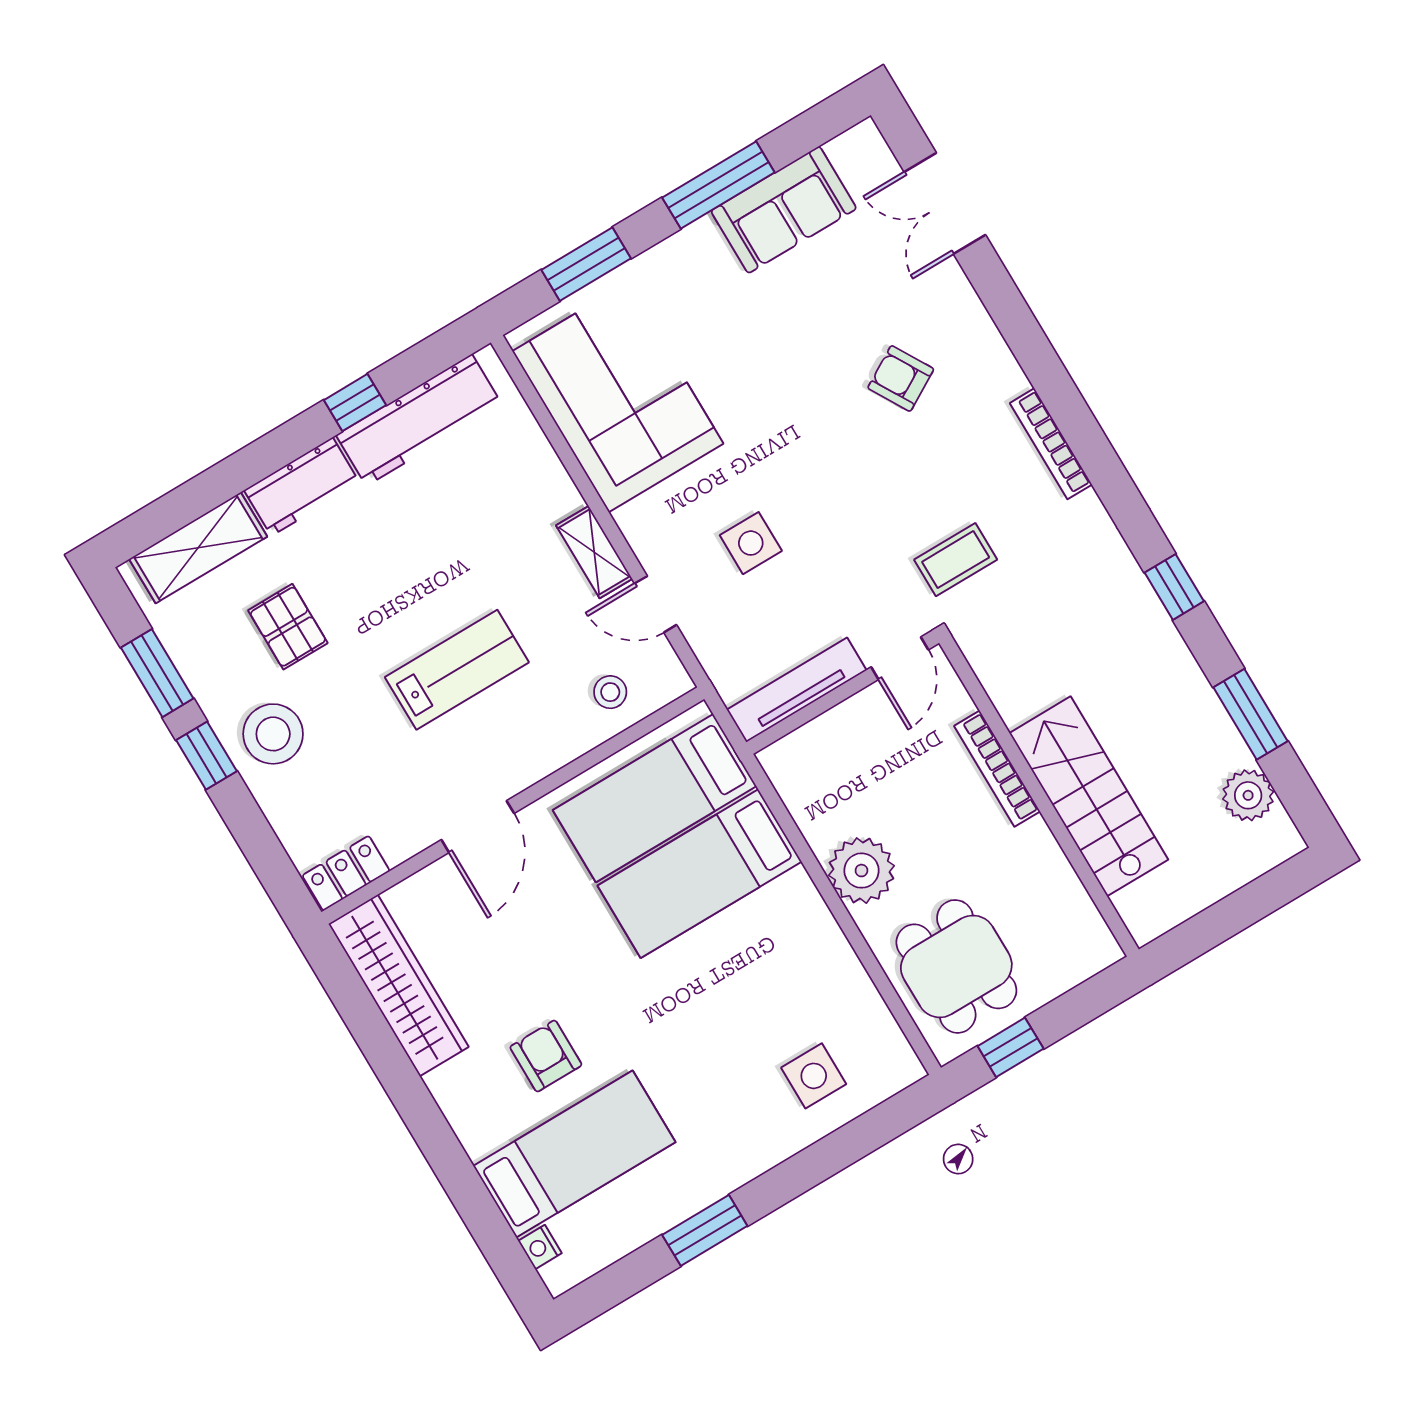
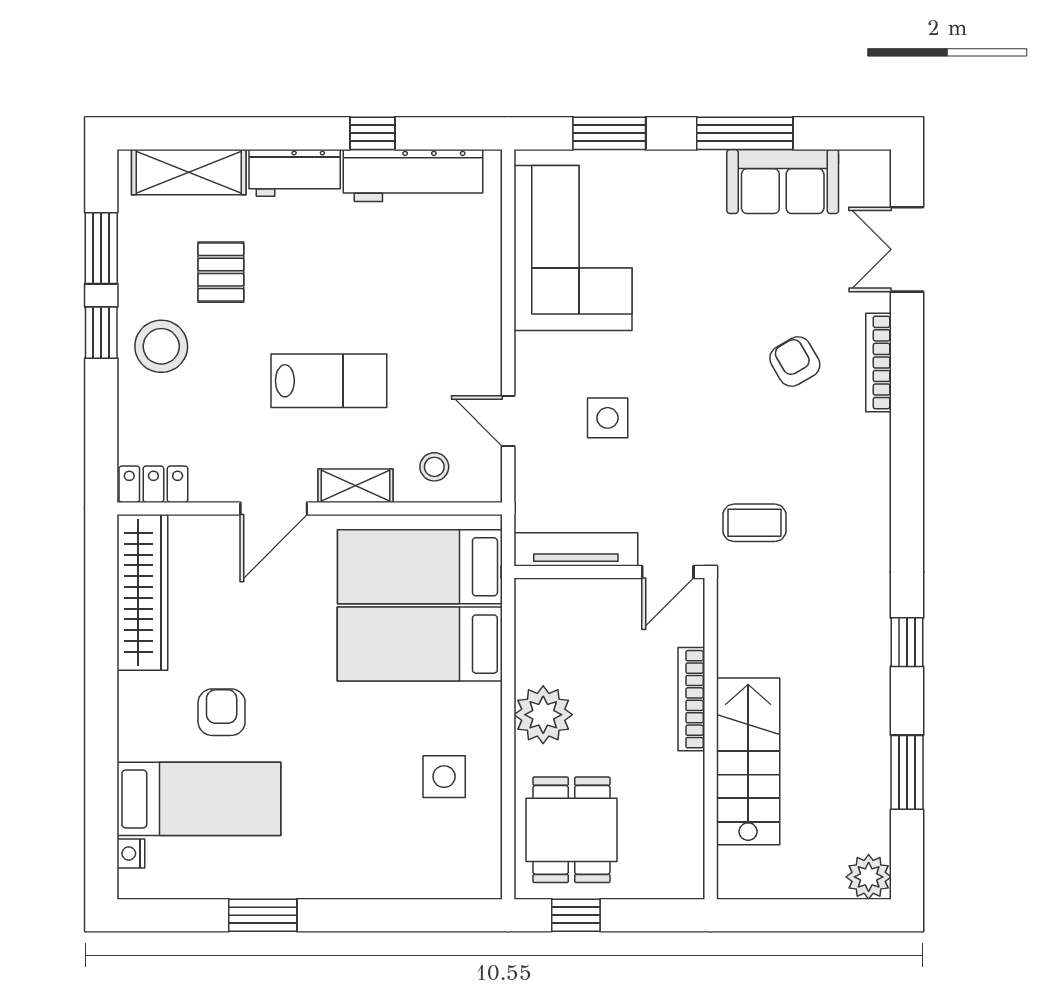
bookcase: (1051, 444) -> (879, 362), moved
shelving: (594, 552) -> (355, 486), moved, turned 90
plant: (1248, 795) -> (869, 877), moved
side table: (814, 1076) -> (444, 777), moved

